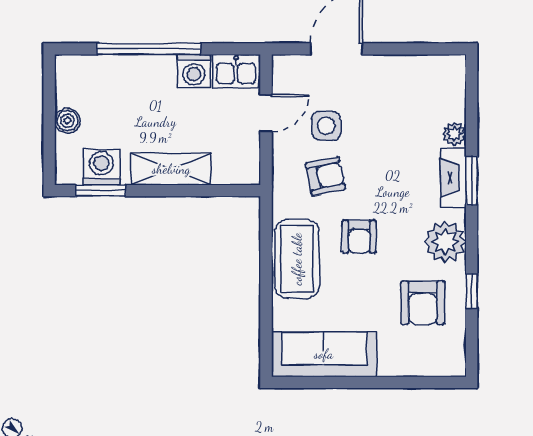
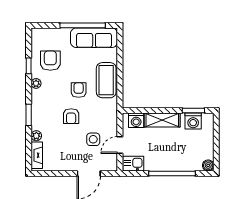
washing machine: (194, 71) -> (136, 120), moved, turned 180
boiler: (67, 121) -> (208, 165), moved
armchair: (326, 176) -> (71, 116), moved, turned -78
fireplace: (453, 178) -> (37, 155), moved
plant: (445, 242) -> (36, 83), width x0.53, depth x0.53
window: (350, 382) -> (83, 25), added

